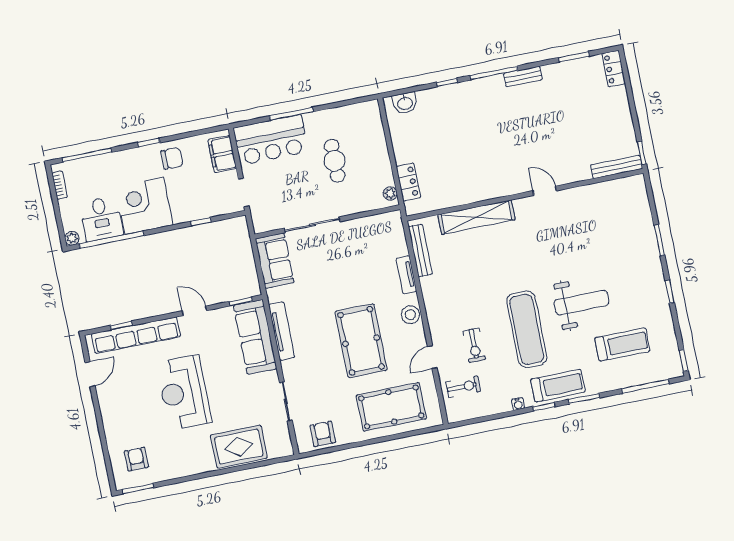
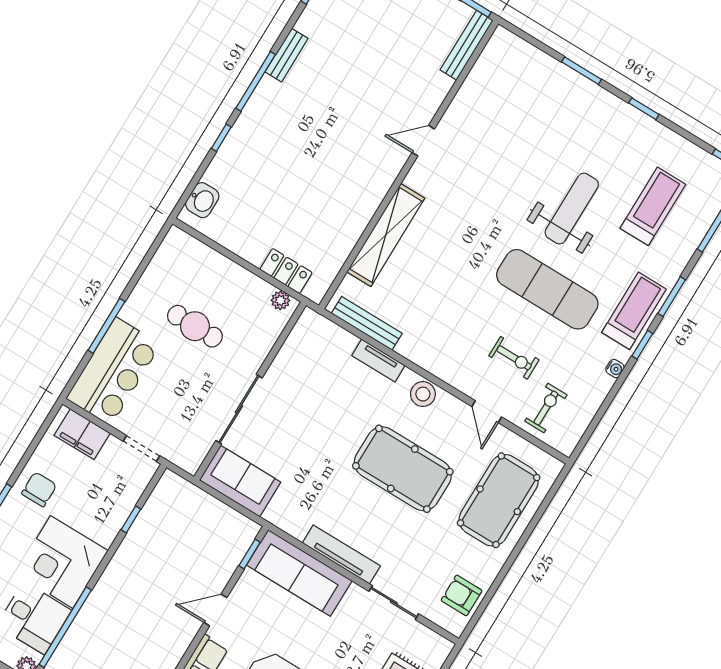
tv unit: (282, 331) -> (341, 554), moved

